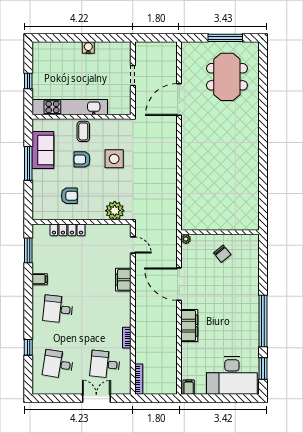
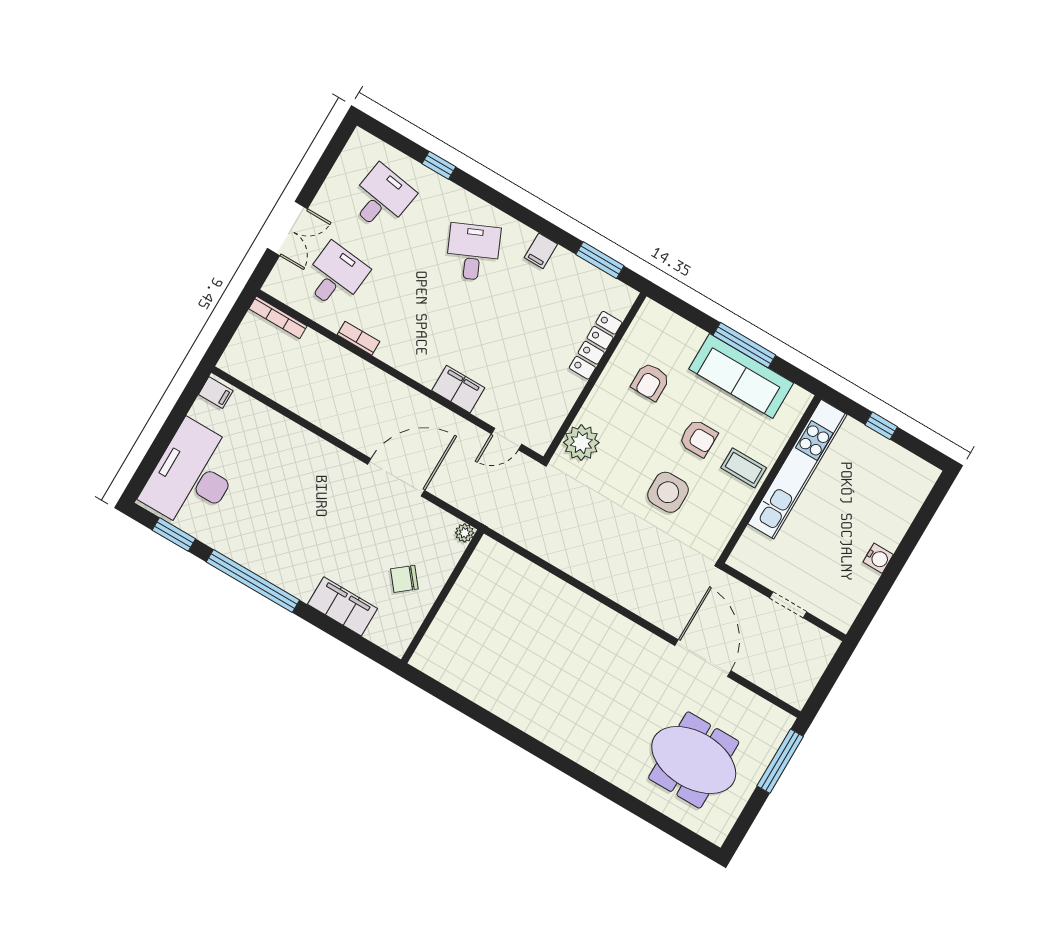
window: (225, 38) -> (780, 761), moved
sofa: (43, 150) -> (741, 376), width x1.36
armchair: (82, 159) -> (698, 438), turned 90
desk: (58, 309) -> (473, 252), turned -30
filing cabinet: (189, 326) -> (342, 606), moved, turned 180

